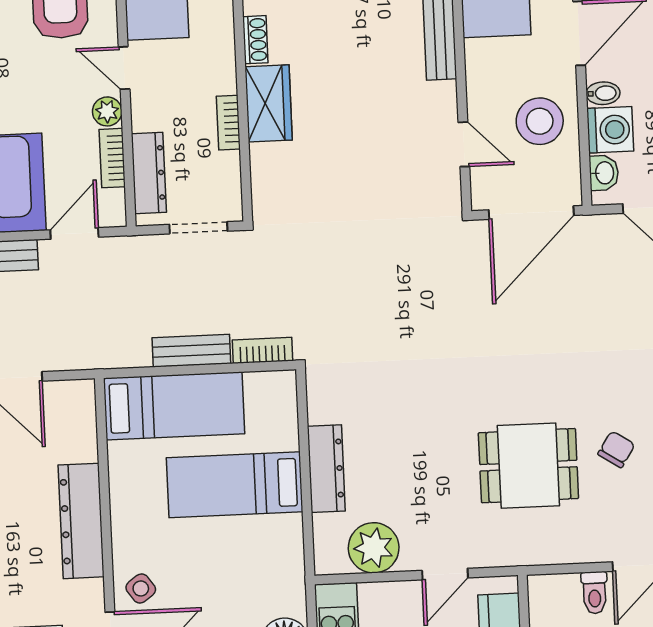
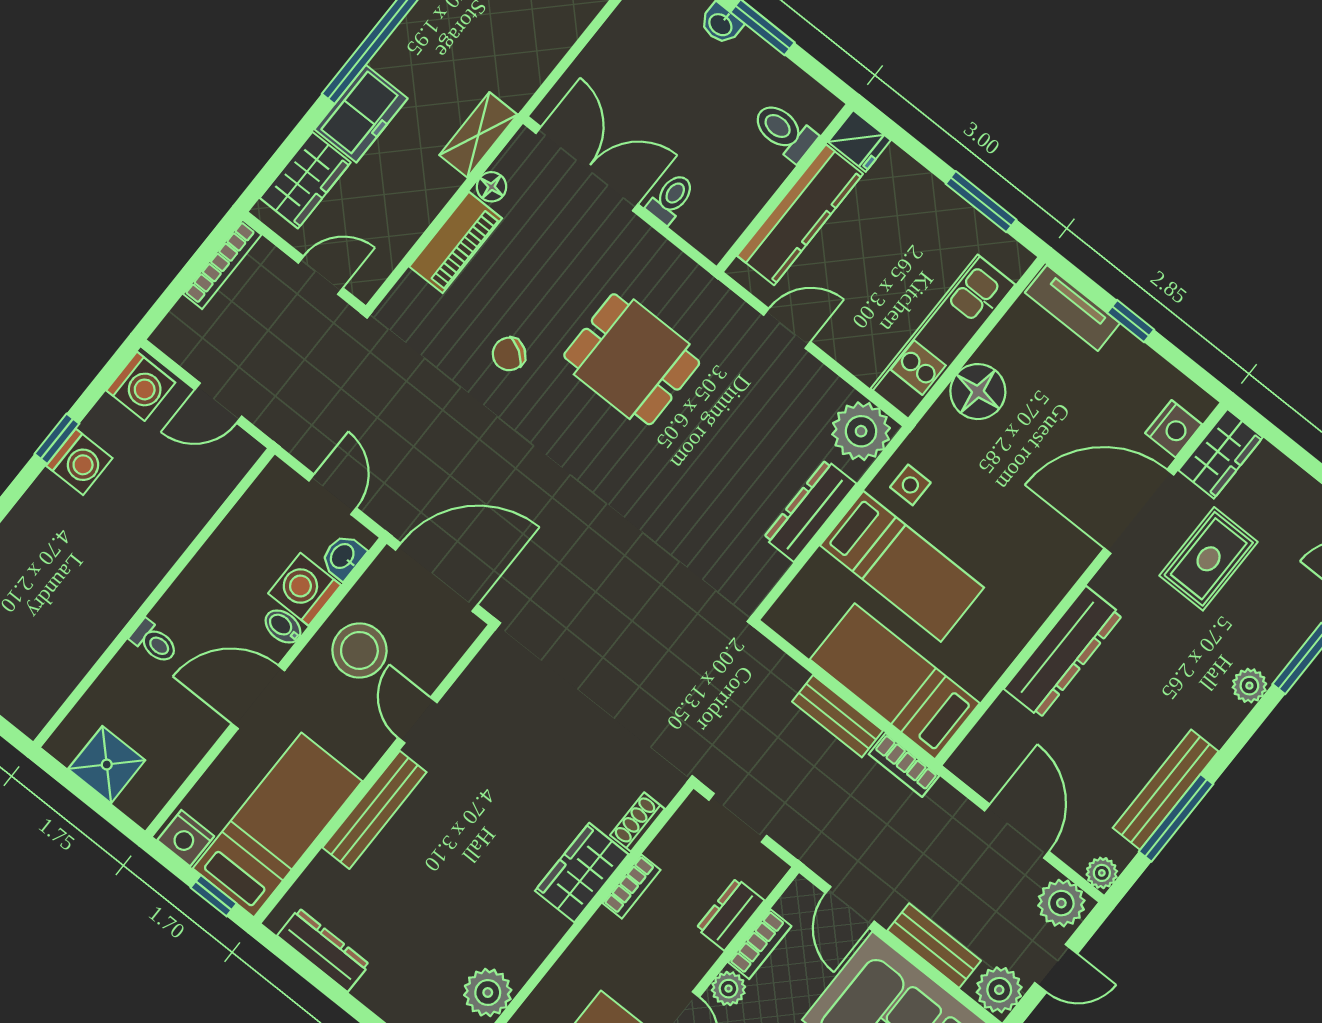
shoe rack: (255, 40) -> (637, 822), moved
door: (464, 144) -> (418, 720), moved
dresser: (149, 173) -> (730, 914), width x0.70
door: (74, 233) -> (850, 907), hinge flipped
bookcase: (263, 350) -> (904, 765), moved
chair: (616, 449) -> (509, 354), moved
plant: (374, 548) -> (861, 431), moved
side table: (141, 588) -> (910, 485), moved, turned 36

